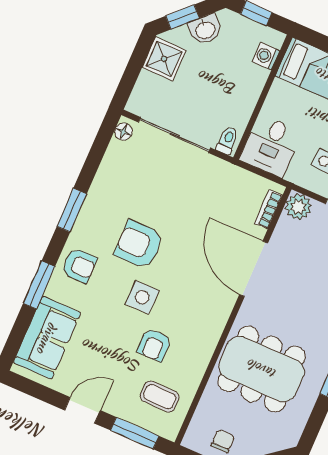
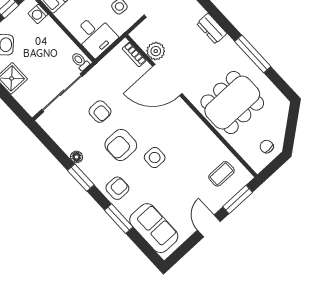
floor lamp: (123, 132) -> (77, 157), moved
plant: (298, 207) -> (156, 51), moved
armchair: (154, 345) -> (100, 112), moved

